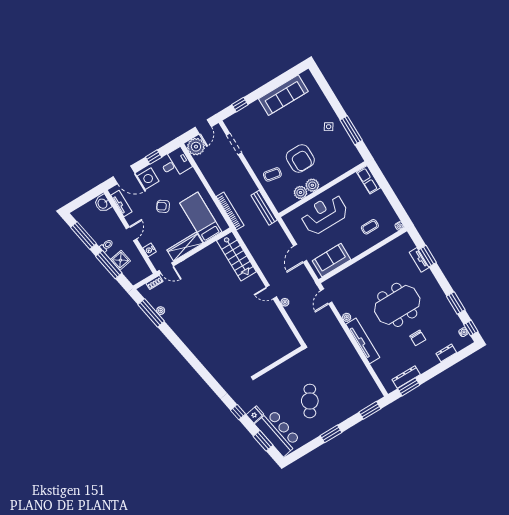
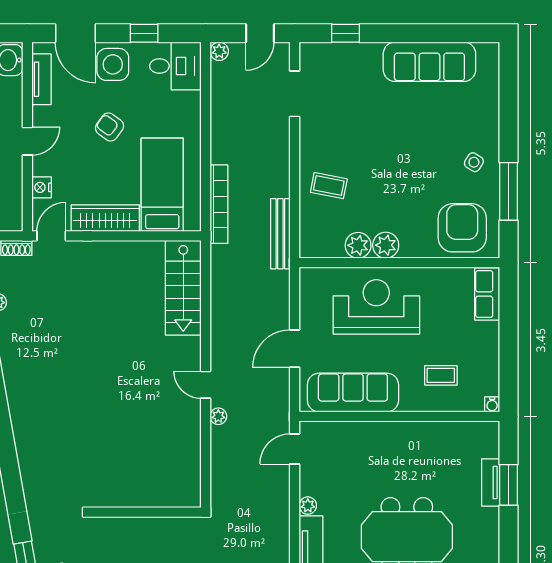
plant: (196, 147) -> (219, 51), width x0.53, depth x0.53
armchair: (300, 158) -> (462, 228), moved, turned 180
sofa: (331, 260) -> (353, 393), width x1.36
door: (166, 268) -> (51, 236), swing flipped

